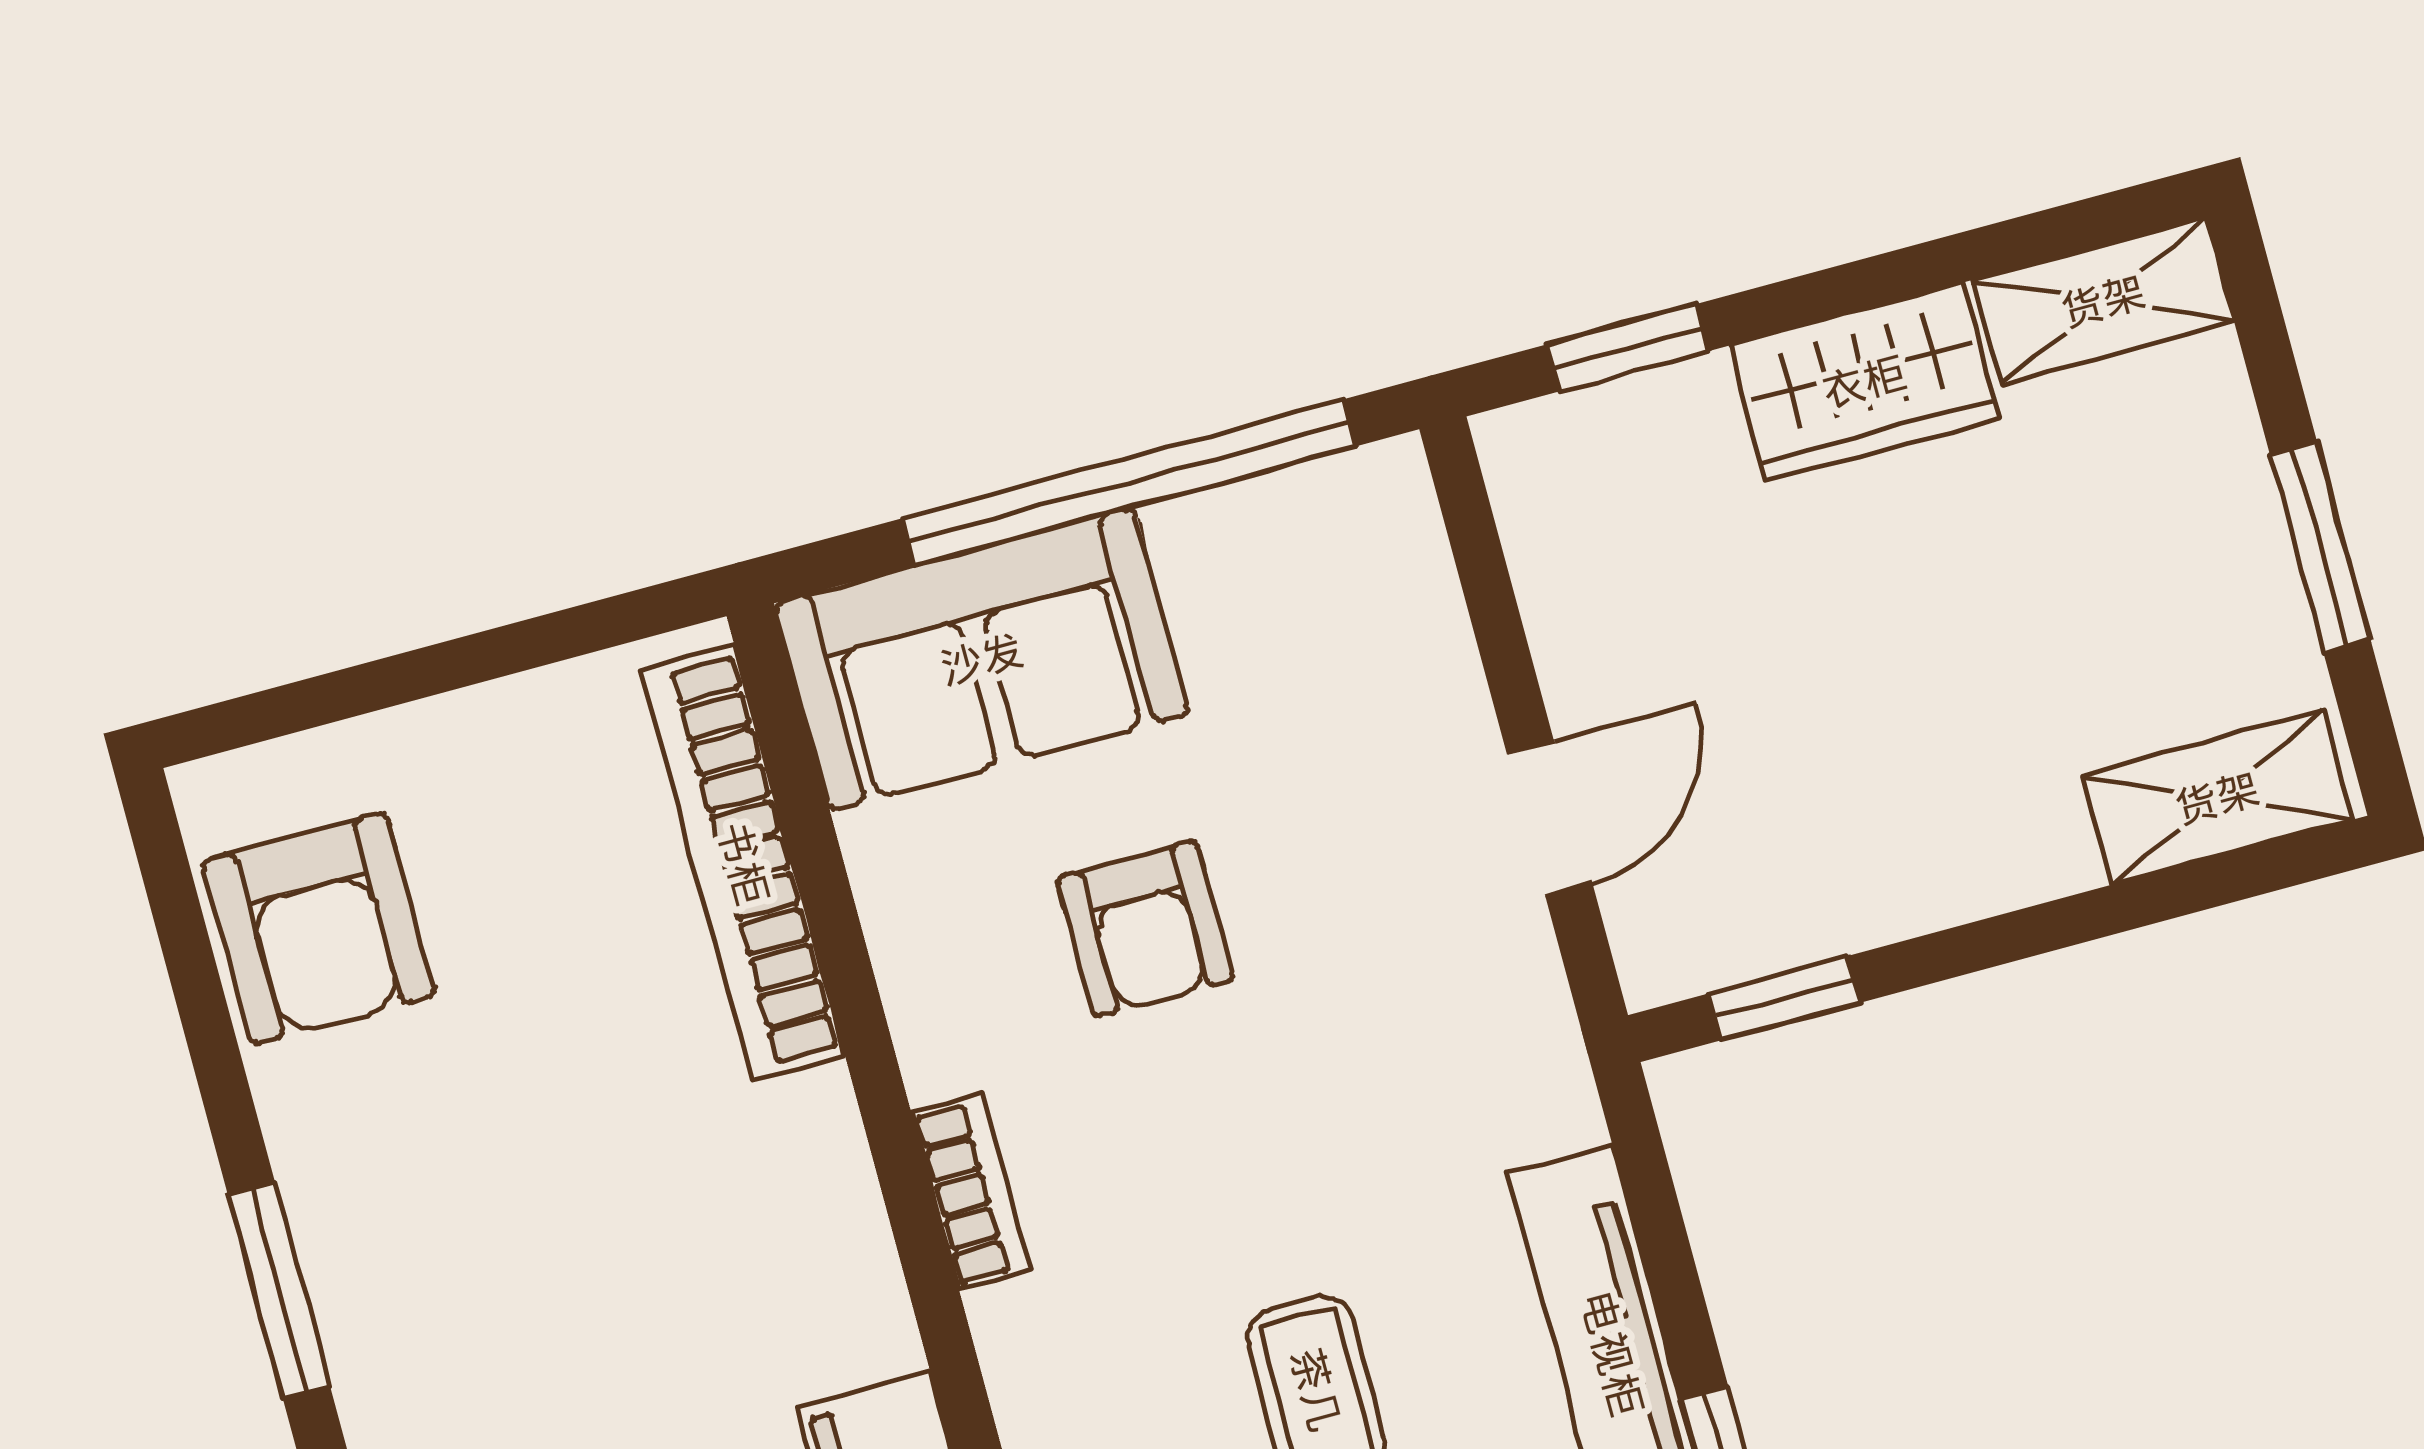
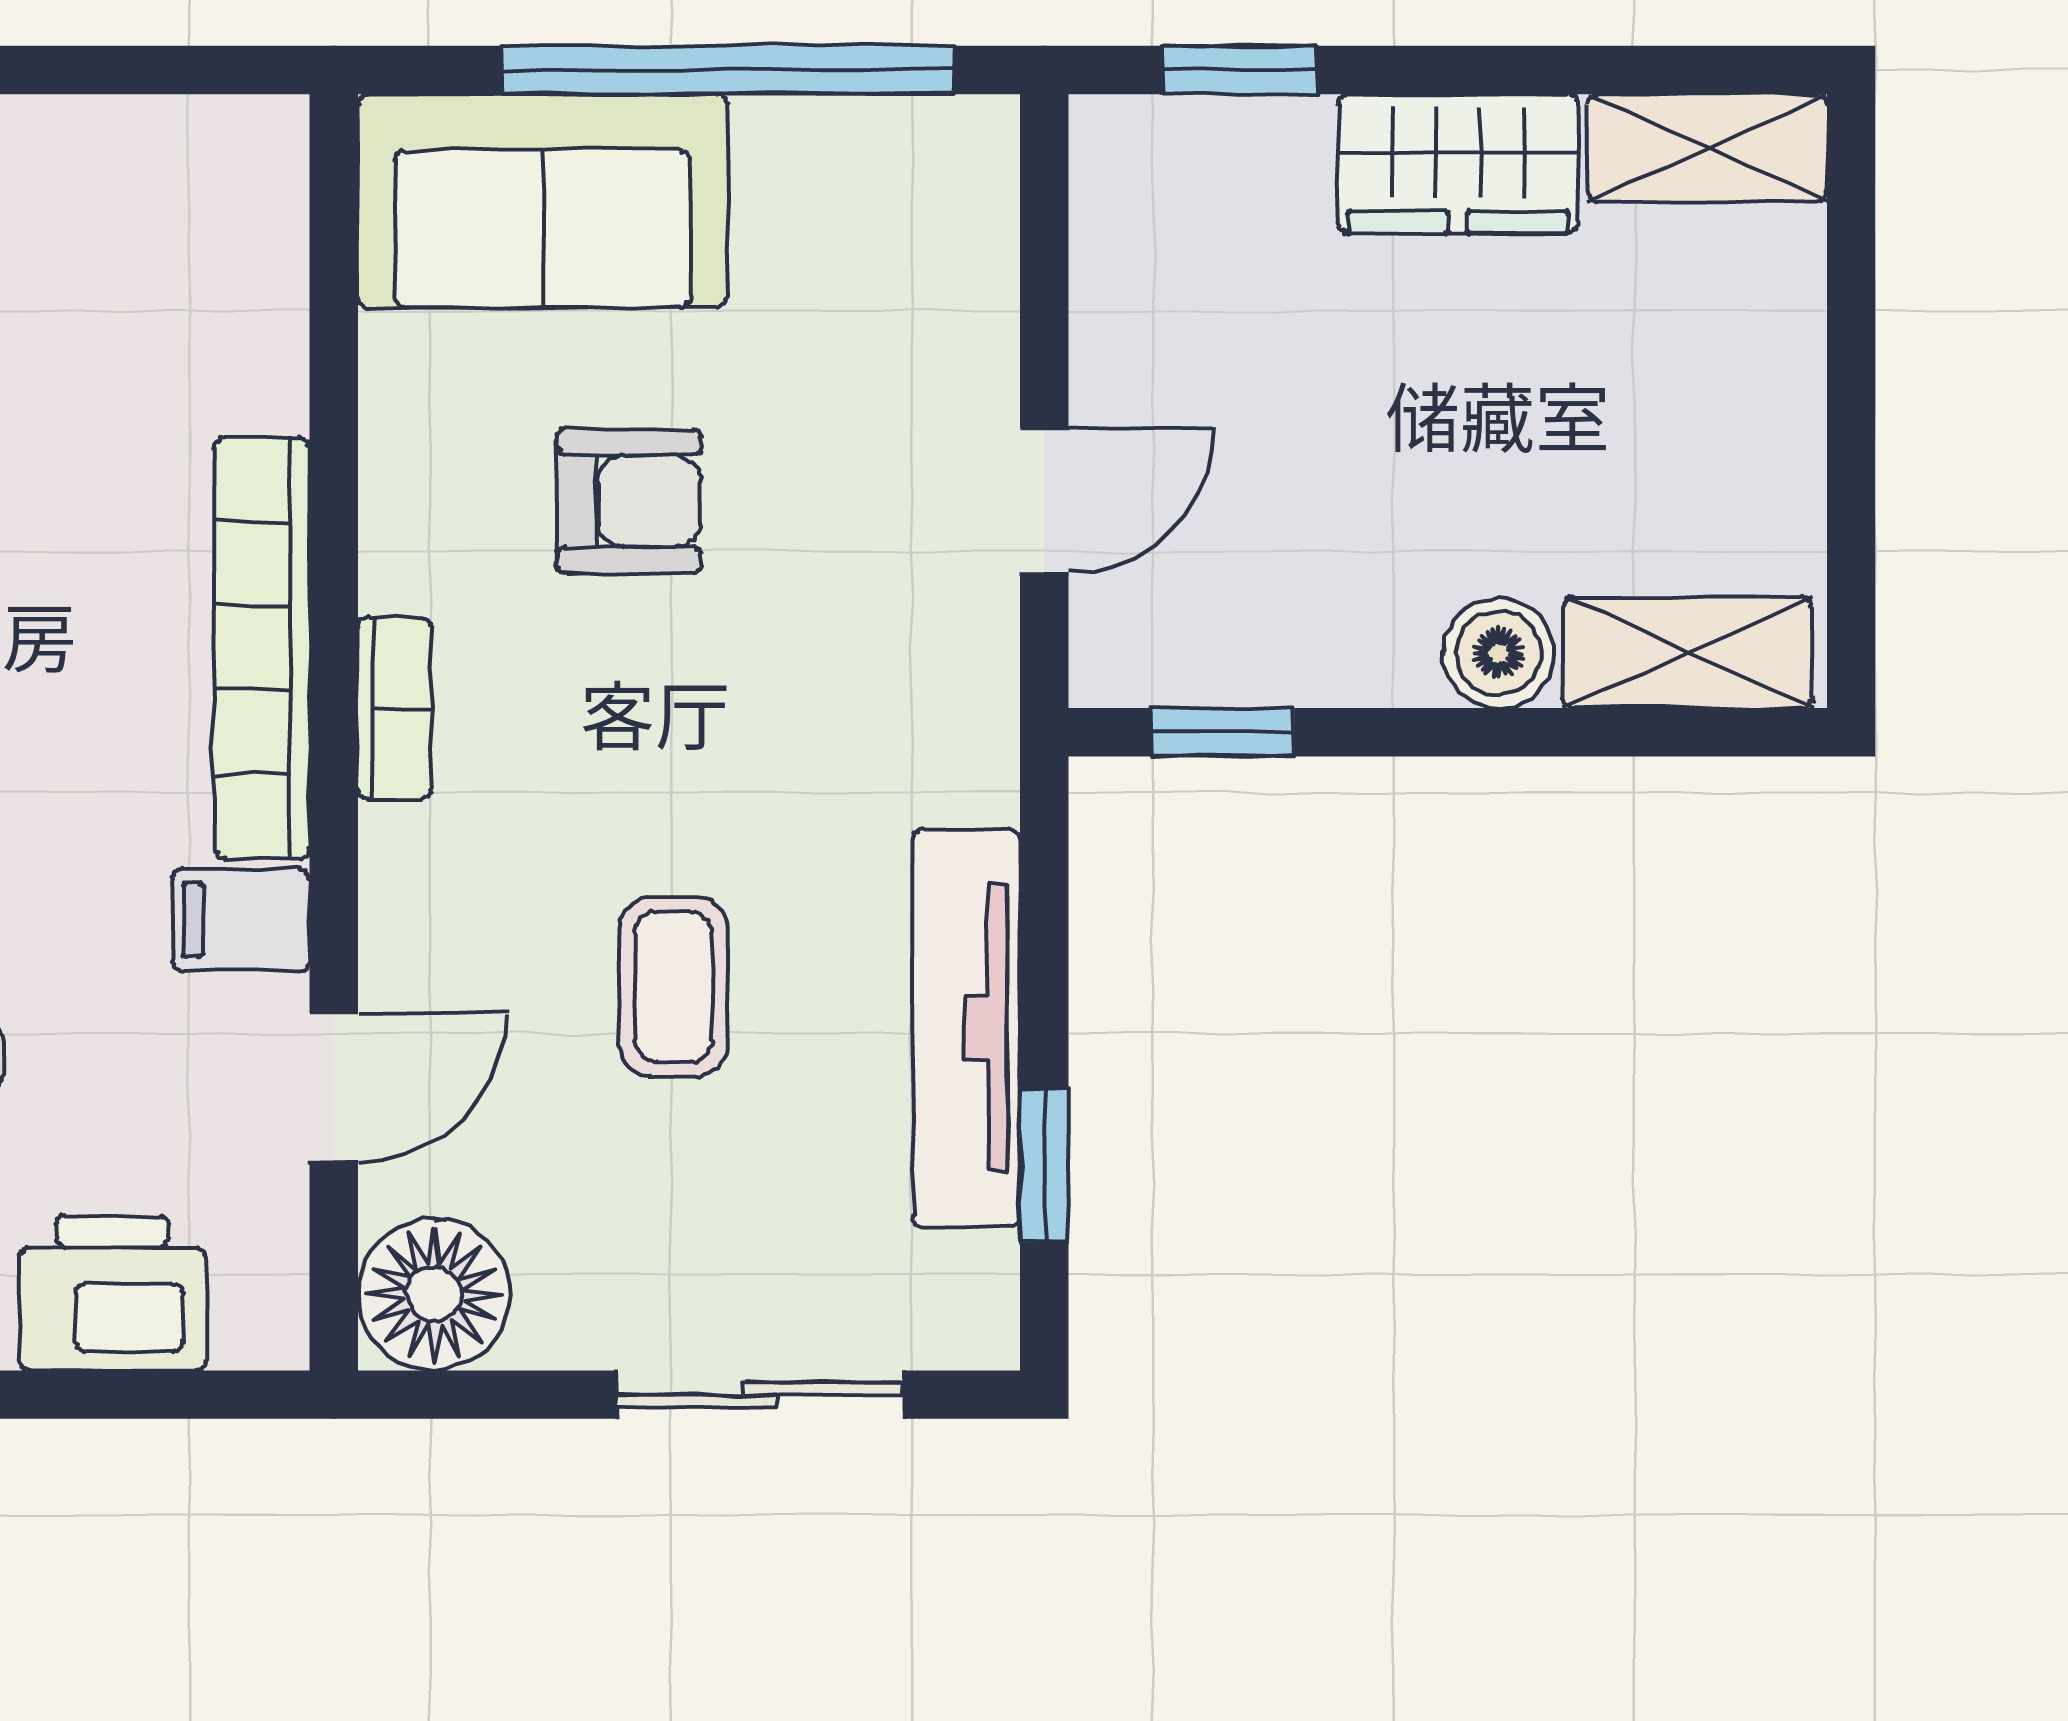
window: (2320, 547) -> (1851, 439), removed
boiler: (2033, 848) -> (1499, 653), added
bookcase: (743, 863) -> (262, 648), moved
armchair: (1145, 929) -> (629, 501), turned -90

